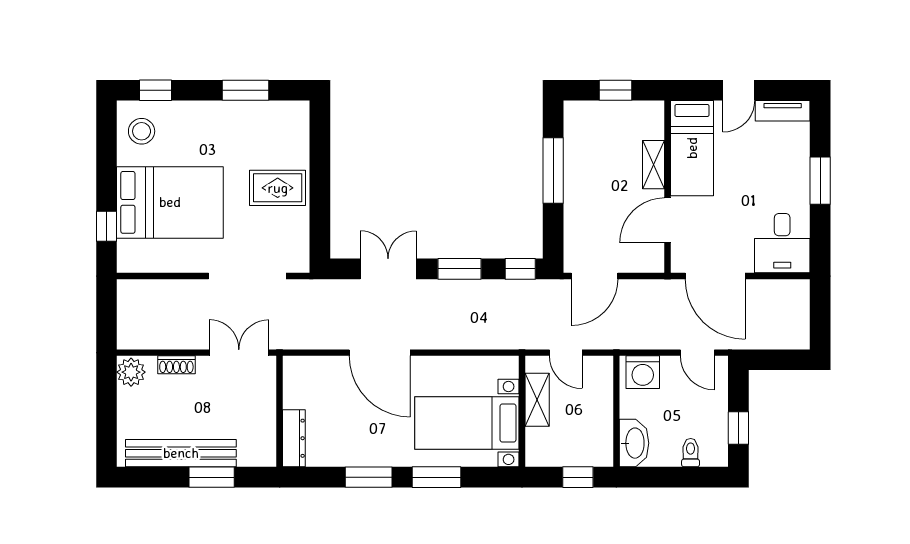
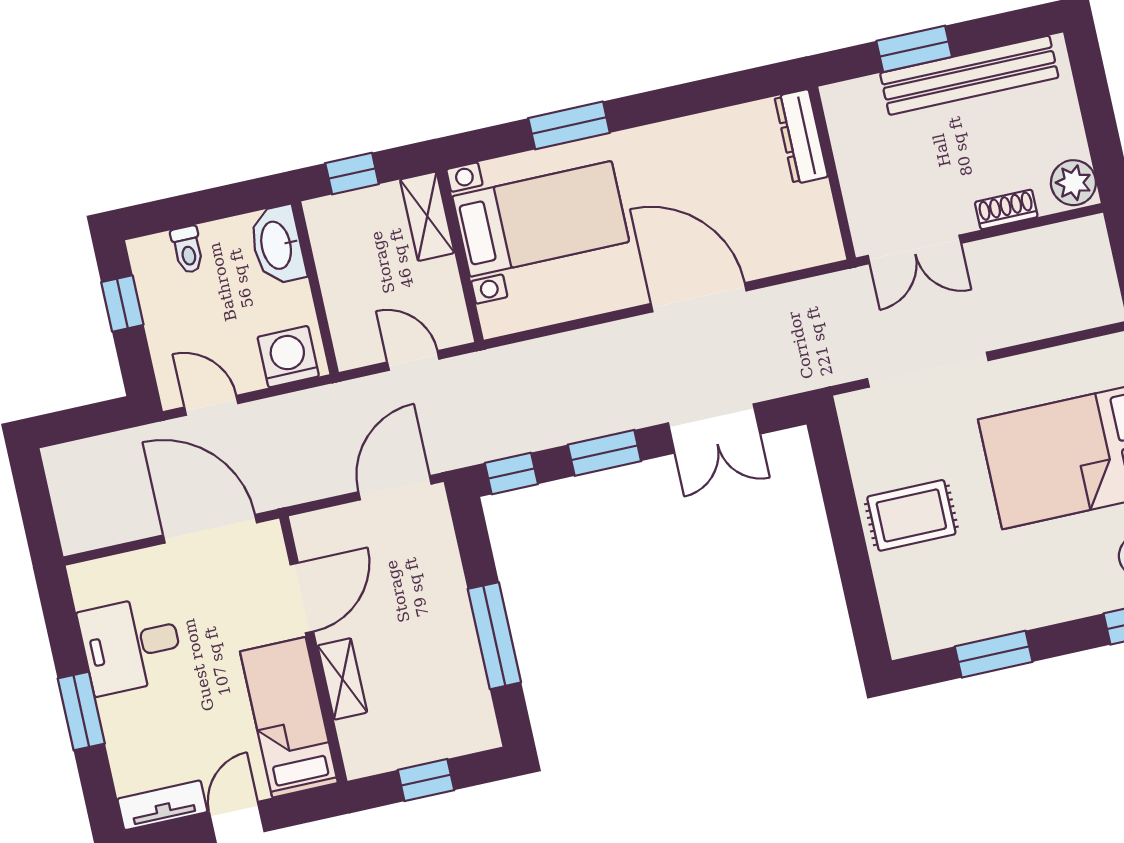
desk: (782, 243) -> (131, 645), moved, turned -90
shelving: (537, 400) -> (427, 216), moved
window: (369, 477) -> (673, 102), removed

